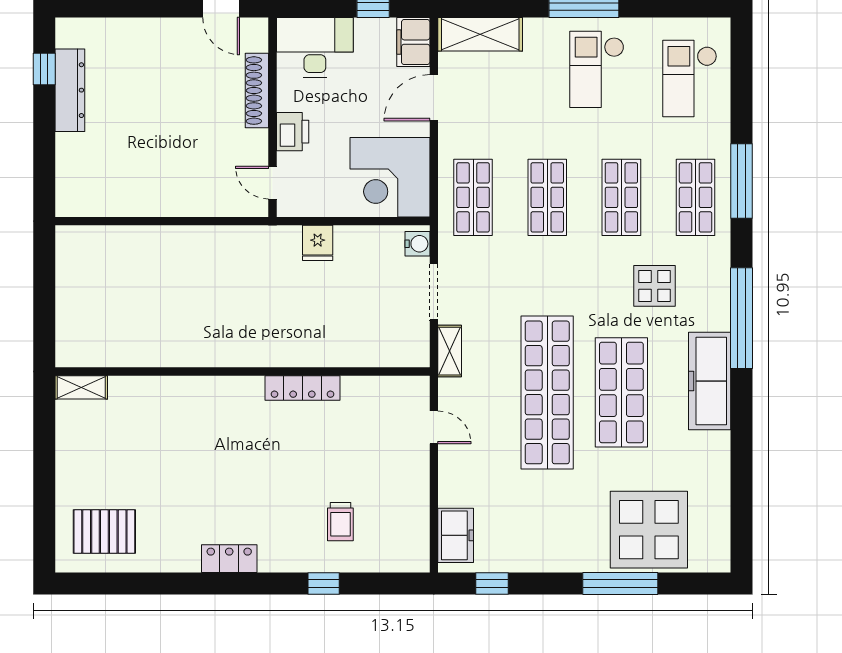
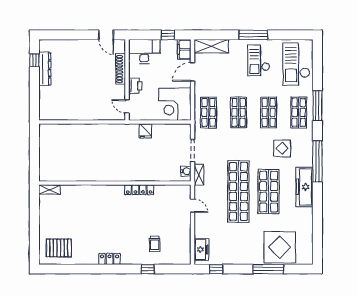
checkout: (690, 78) -> (296, 64), width x1.36, depth x1.21
water cooler: (417, 244) -> (186, 171), moved

